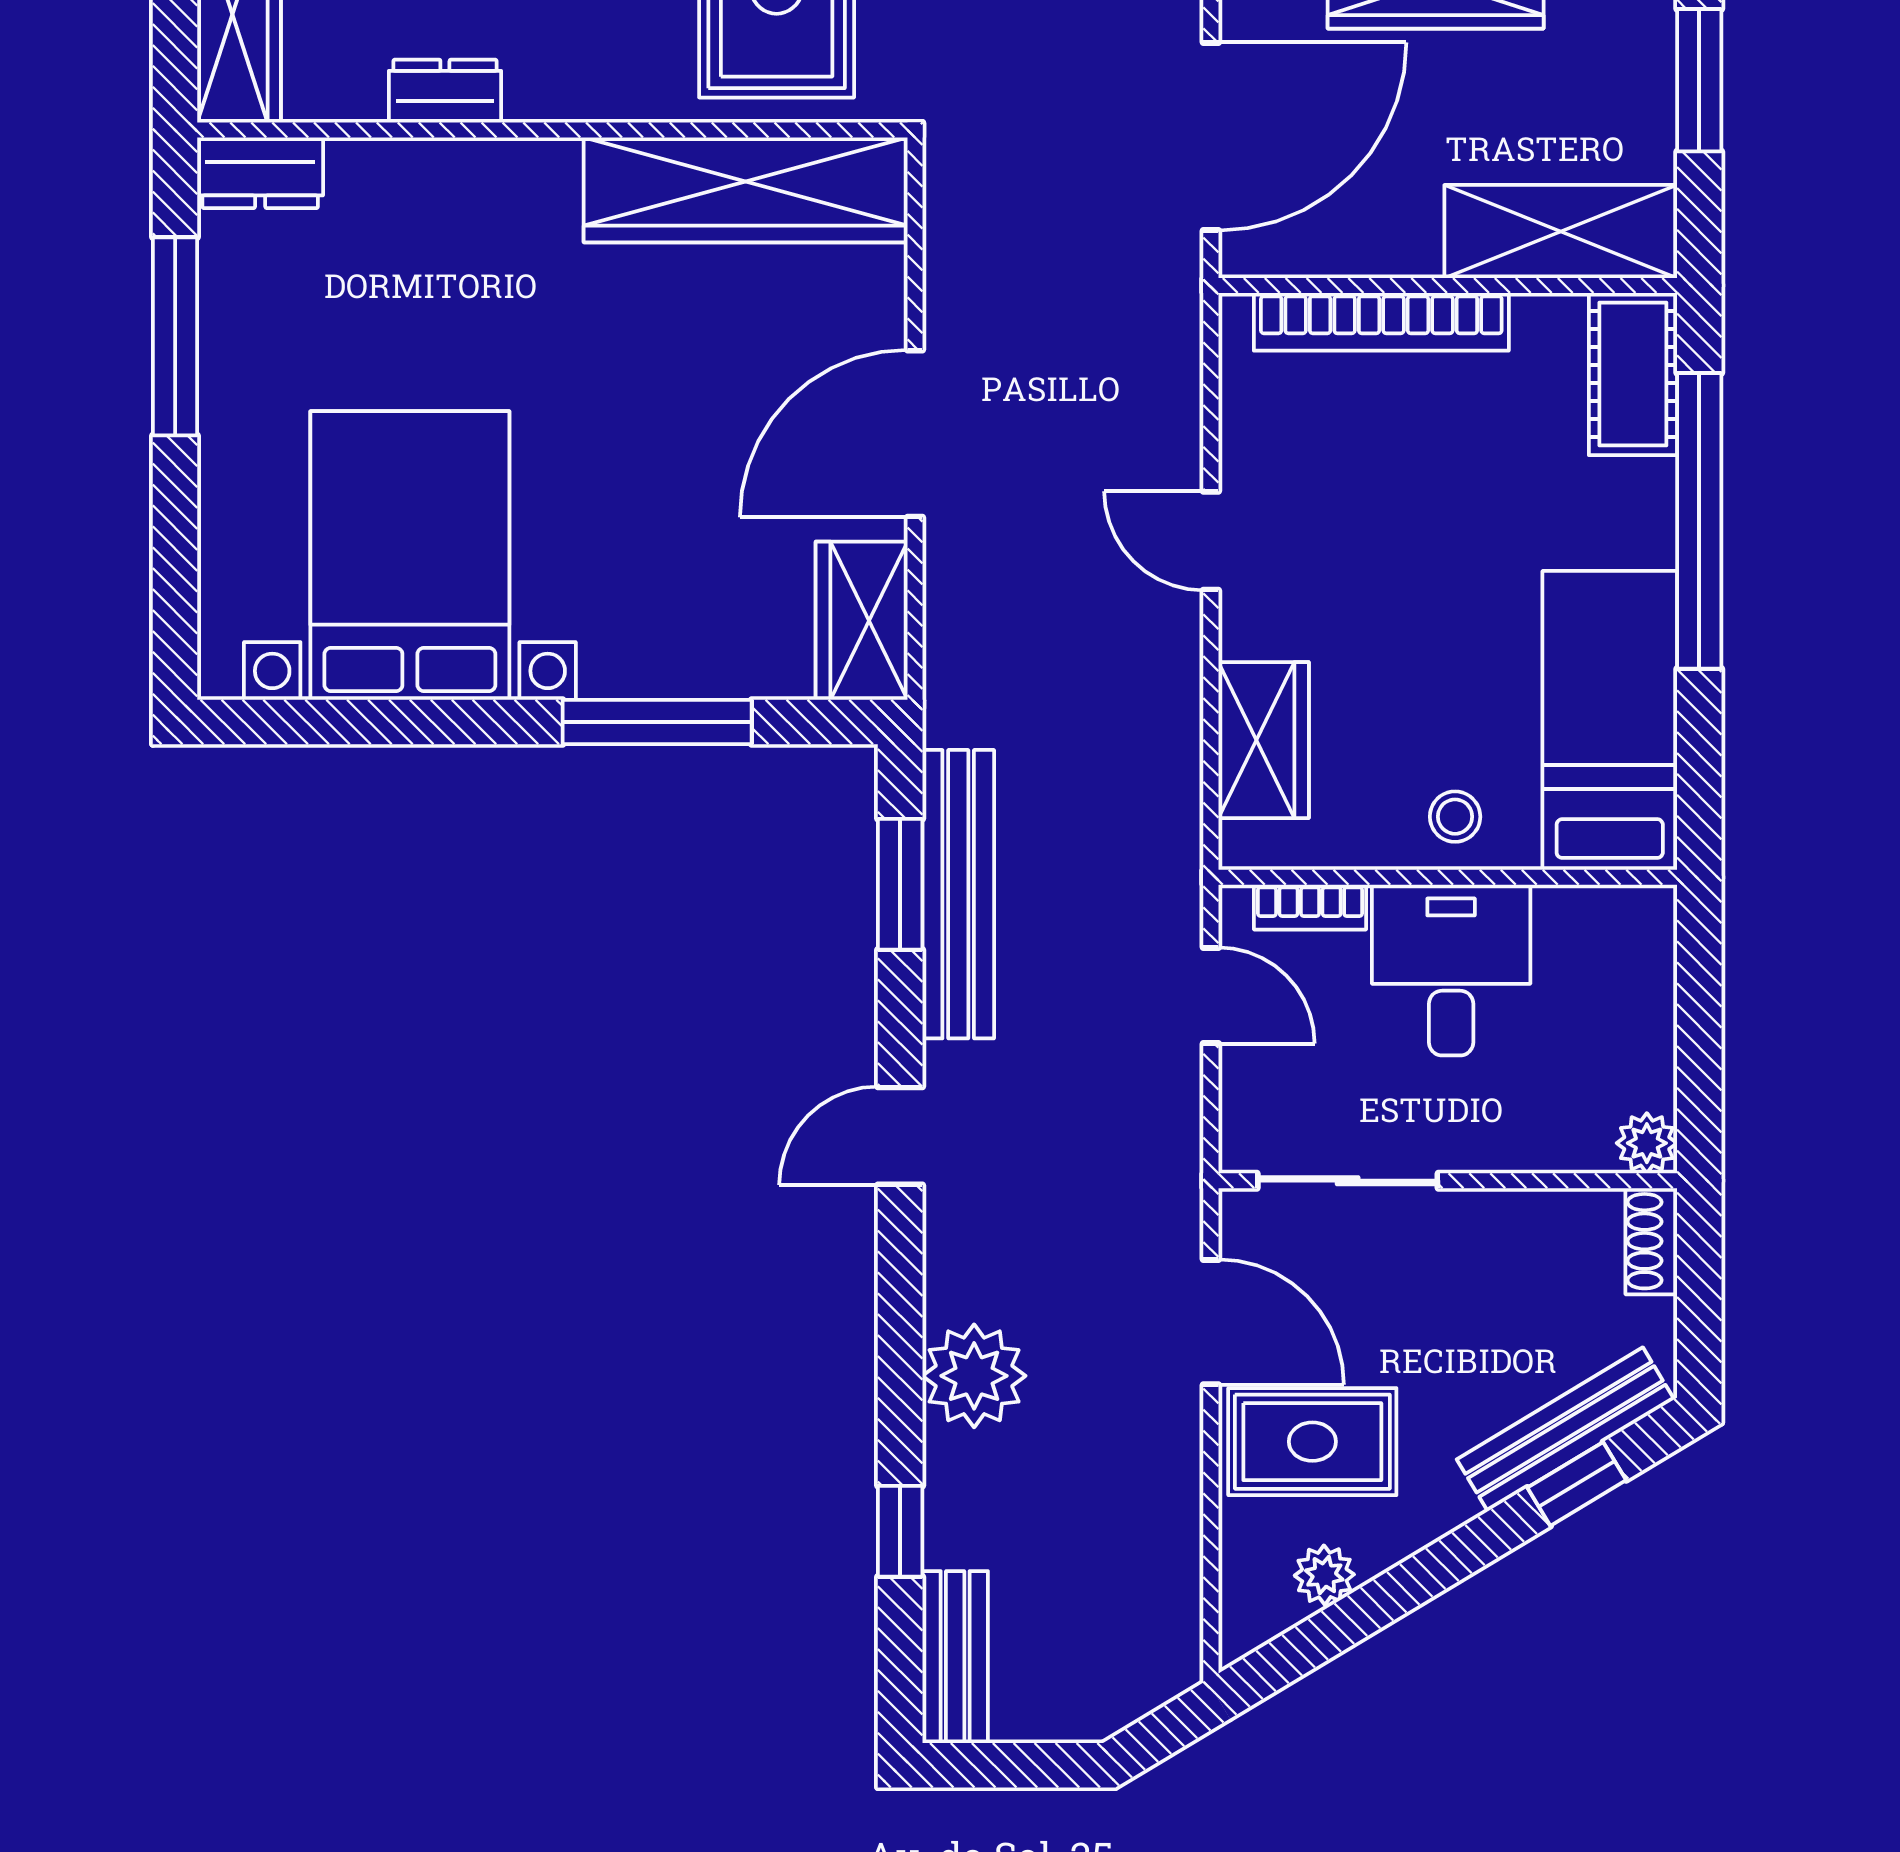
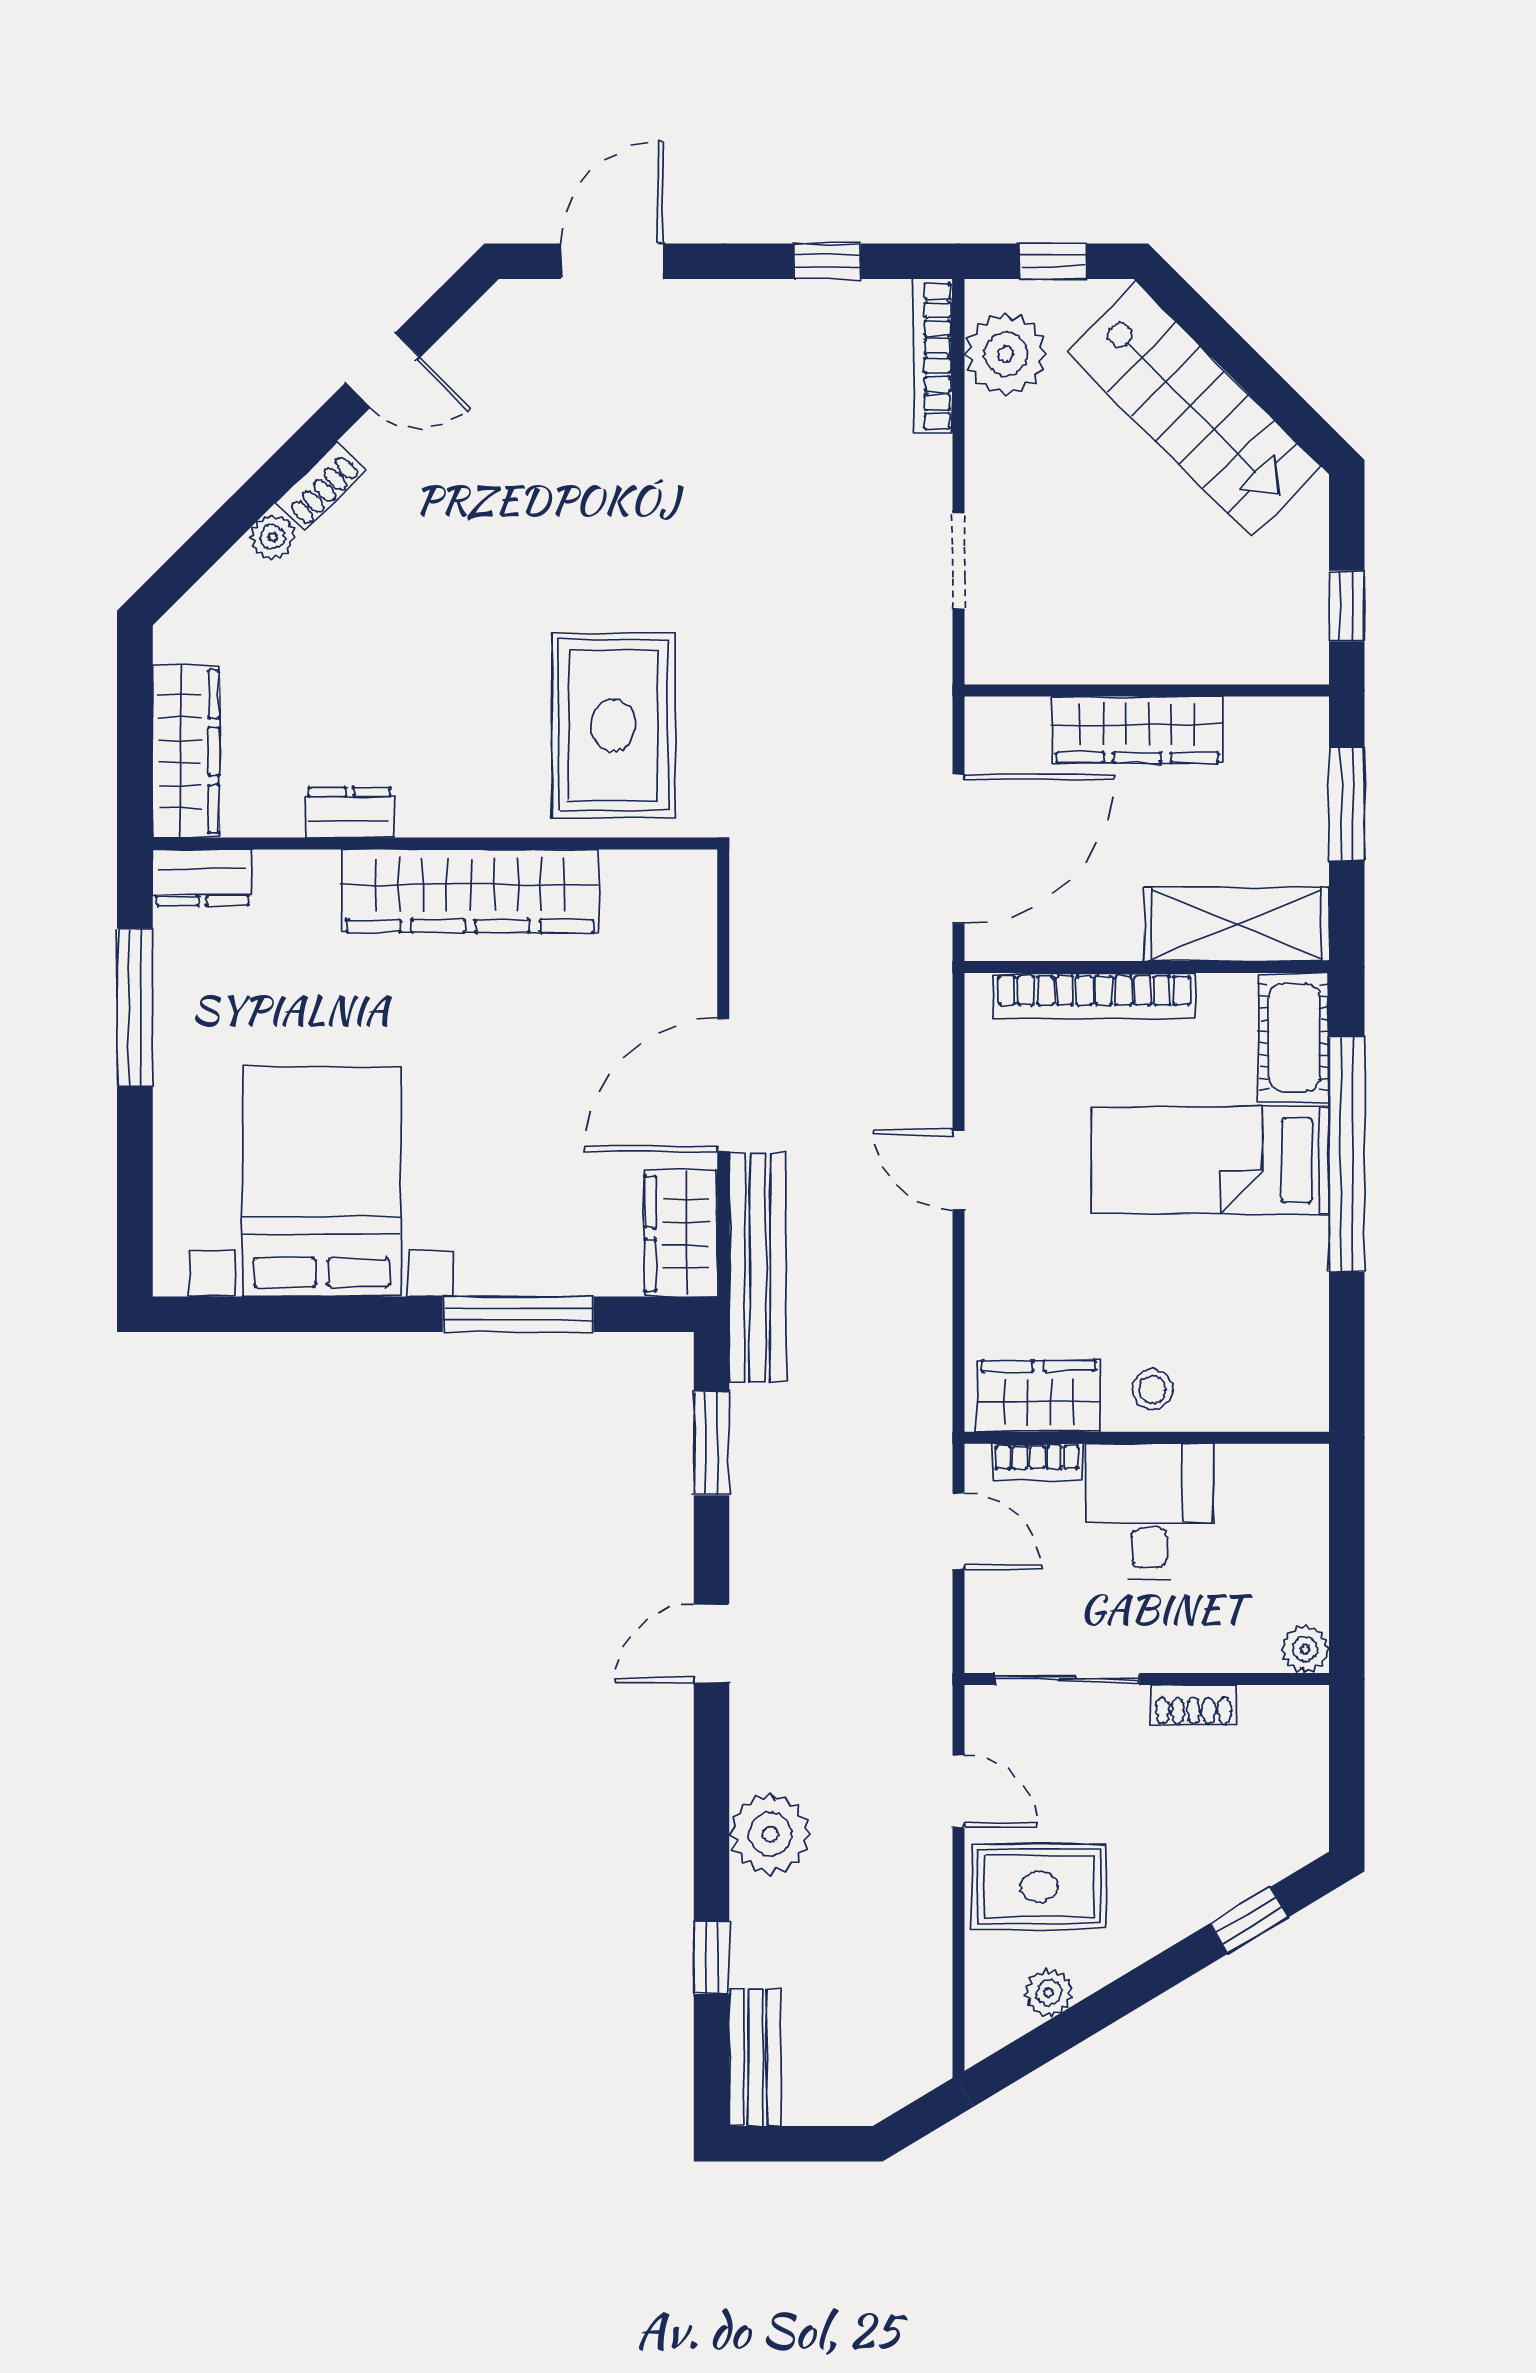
wardrobe: (746, 190) -> (470, 891), moved
bed: (1610, 720) -> (1210, 1160), moved, turned -90
wardrobe: (1264, 740) -> (1038, 1396), moved, turned -90
bench: (958, 894) -> (758, 1268), moved
shoe rack: (1651, 1241) -> (1193, 1705), moved, turned -90
door: (1211, 1322) -> (958, 1791), width x0.73
bench: (1565, 1429) -> (1240, 1877), removed

